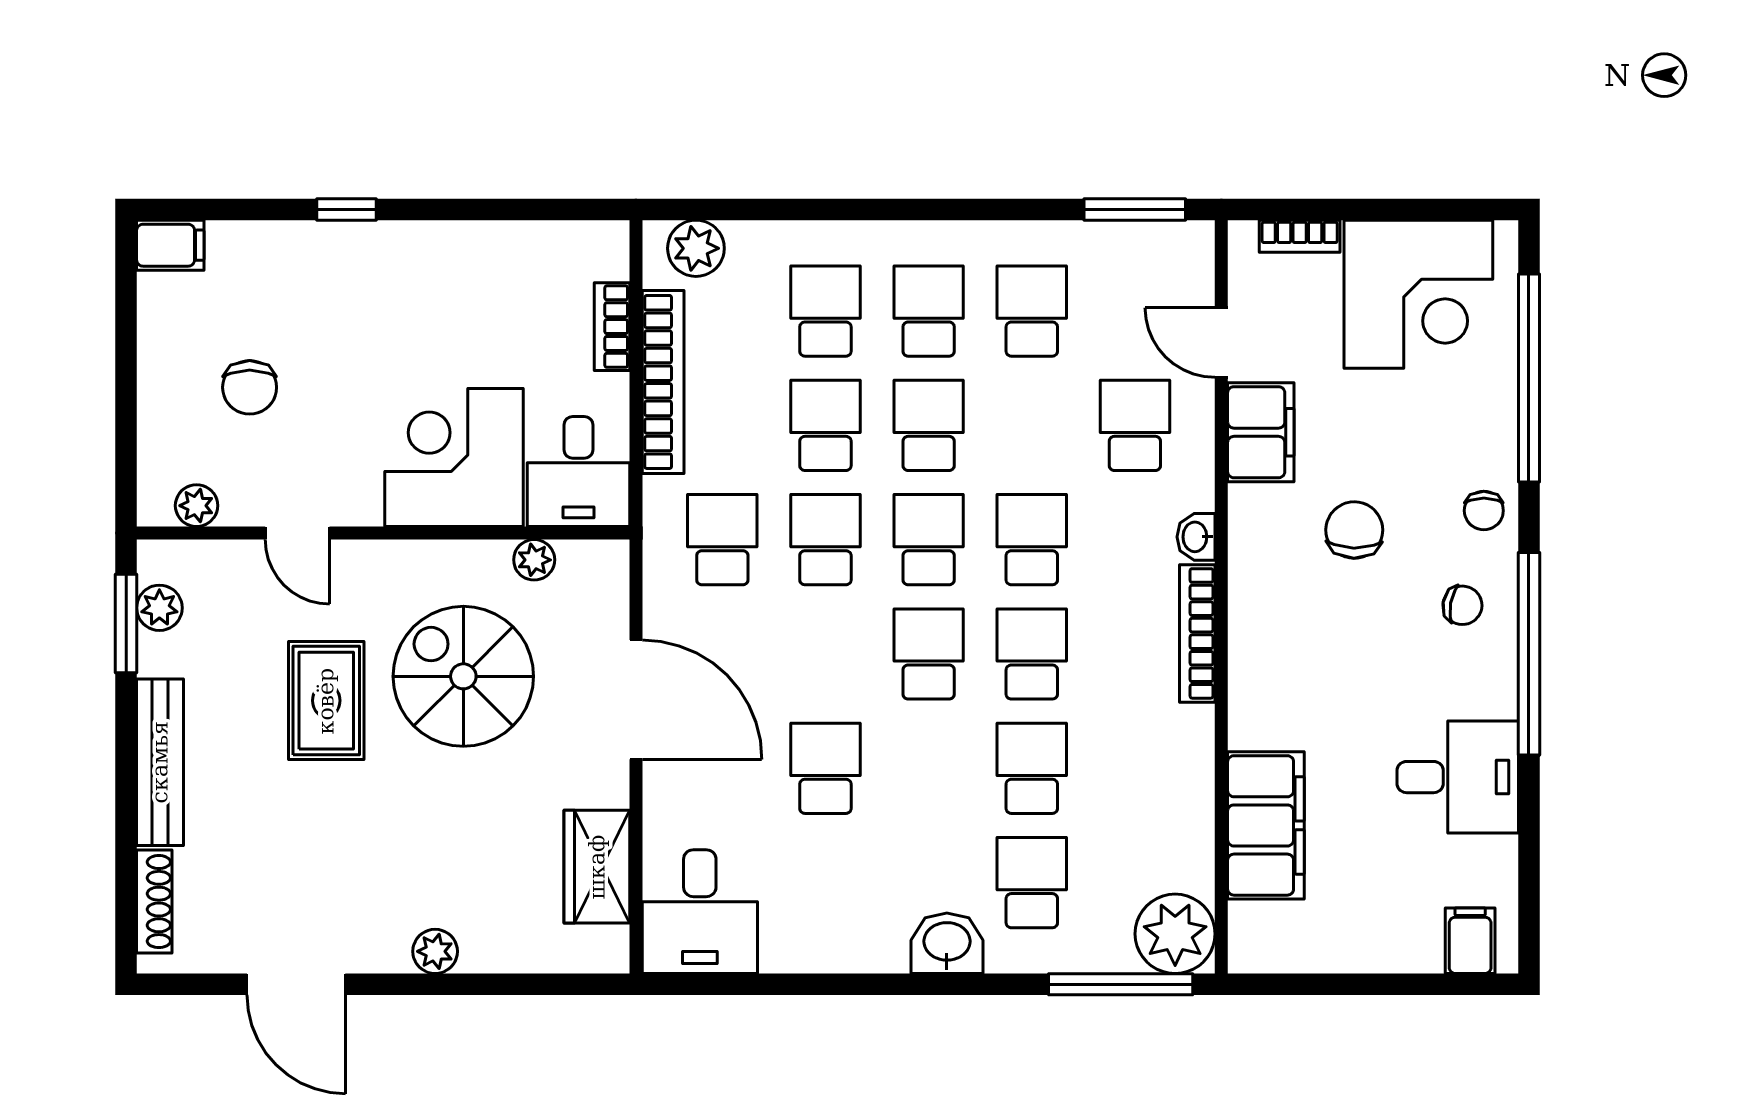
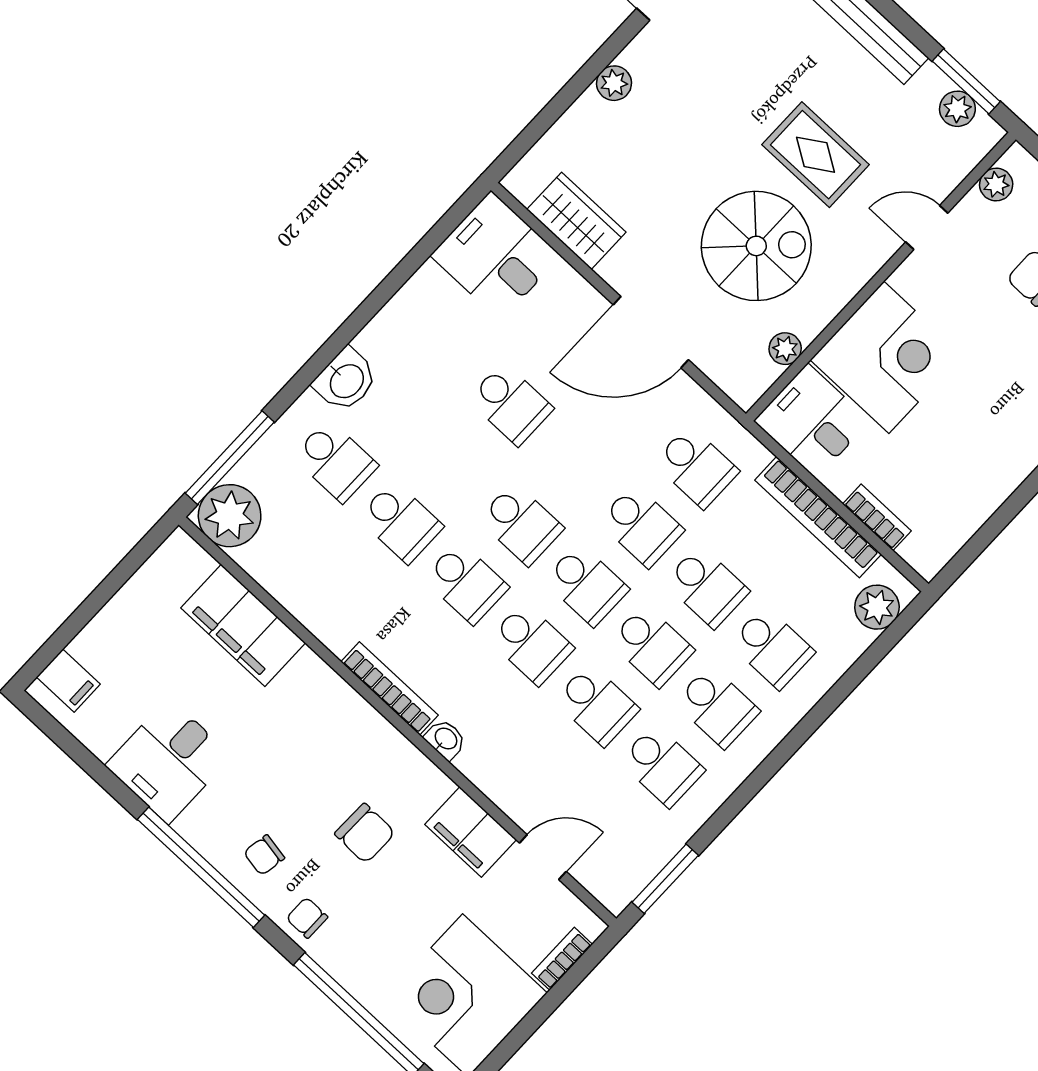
school desk: (1135, 425) -> (597, 705), moved

